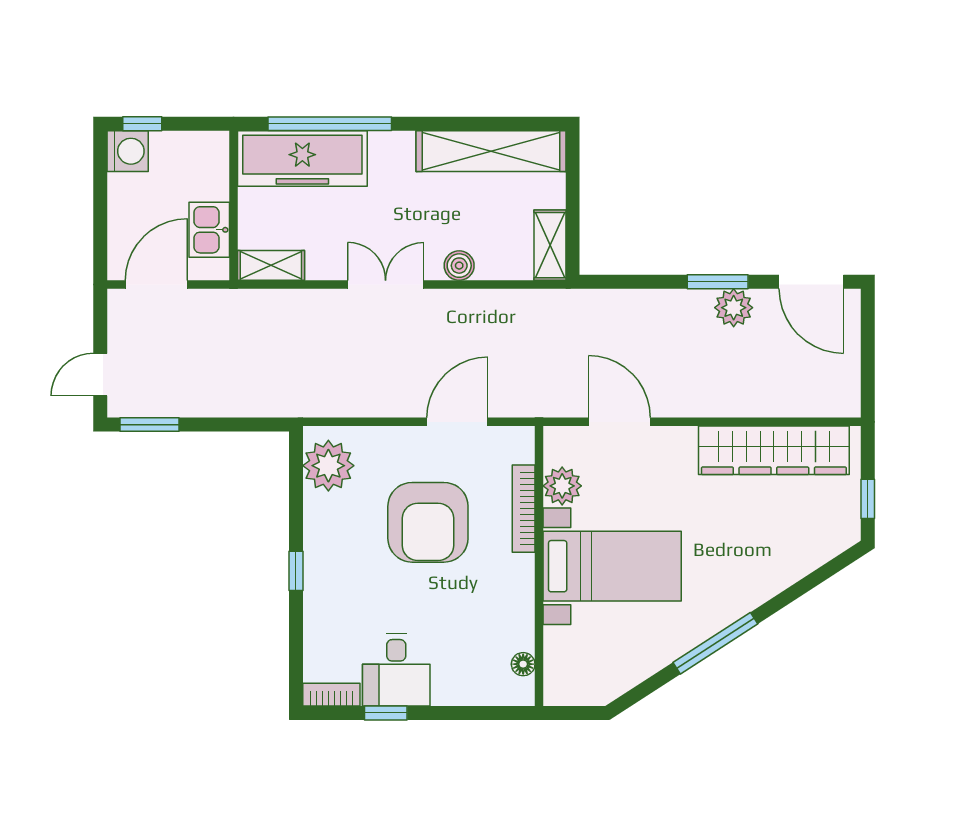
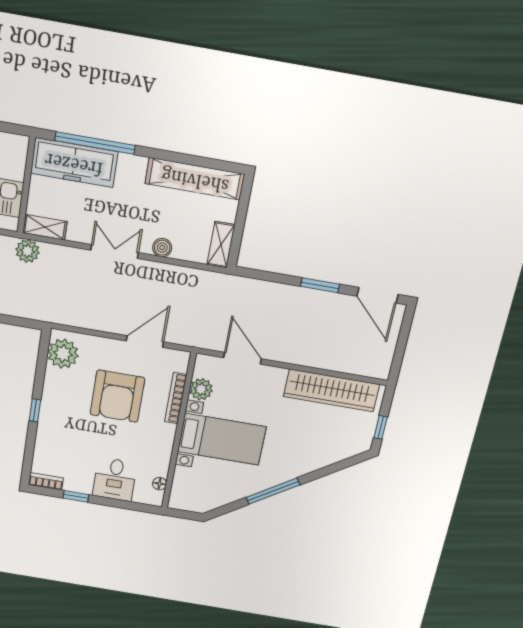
plant: (734, 308) -> (28, 251), moved
desk: (396, 670) -> (115, 479), moved

